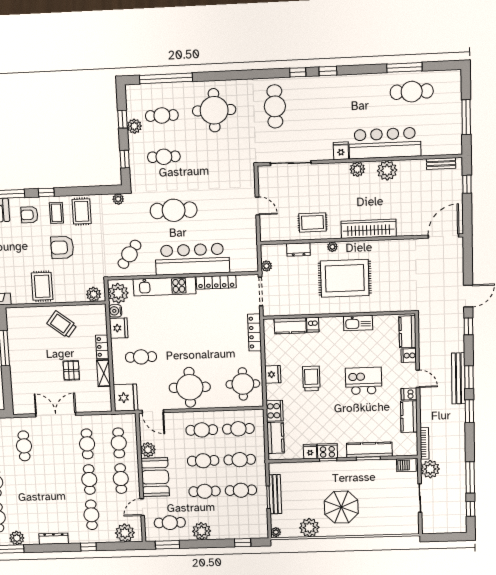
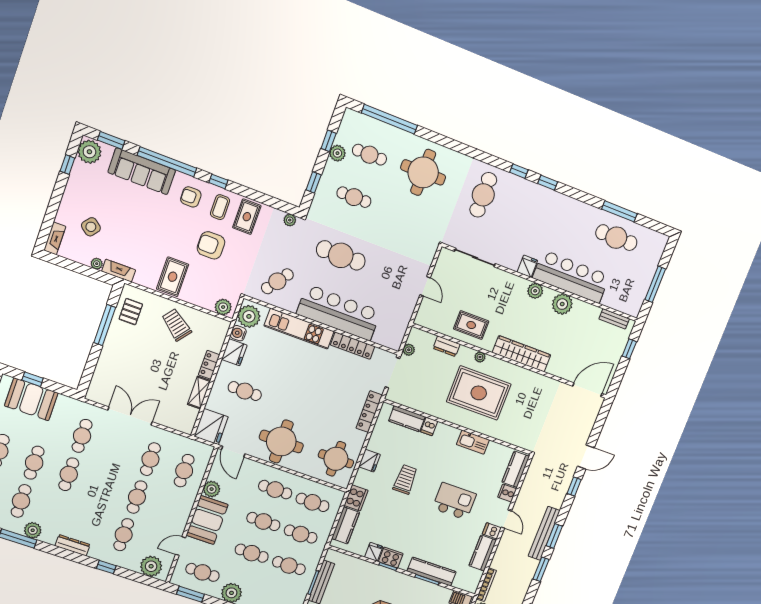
pallet: (71, 370) -> (131, 312), moved
cafe table: (121, 479) -> (69, 474), moved

